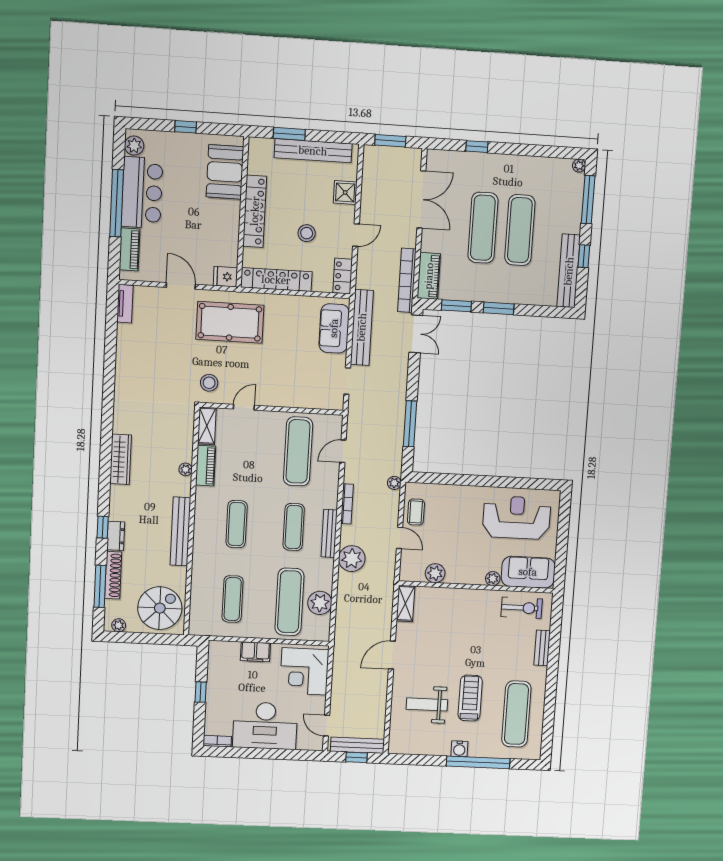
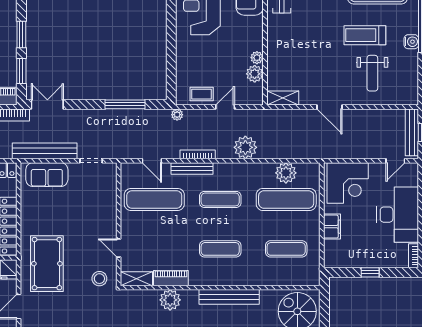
plant: (186, 469) -> (170, 300), width x1.87, depth x1.87
bench: (329, 533) -> (192, 168), moved
plant: (493, 579) -> (257, 58), moved

